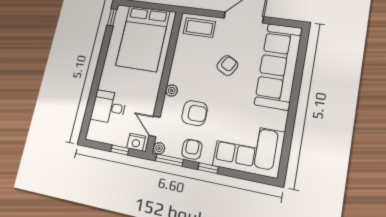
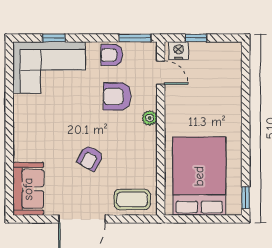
sofa: (278, 66) -> (28, 189), width x0.54, depth x0.79
desk: (109, 107) -> (222, 85), removed
plant: (159, 148) -> (150, 49), removed
armchair: (192, 149) -> (112, 55), turned 90
window: (208, 168) -> (54, 38), moved

